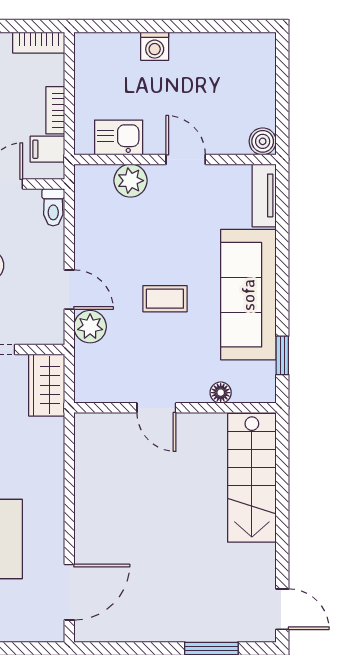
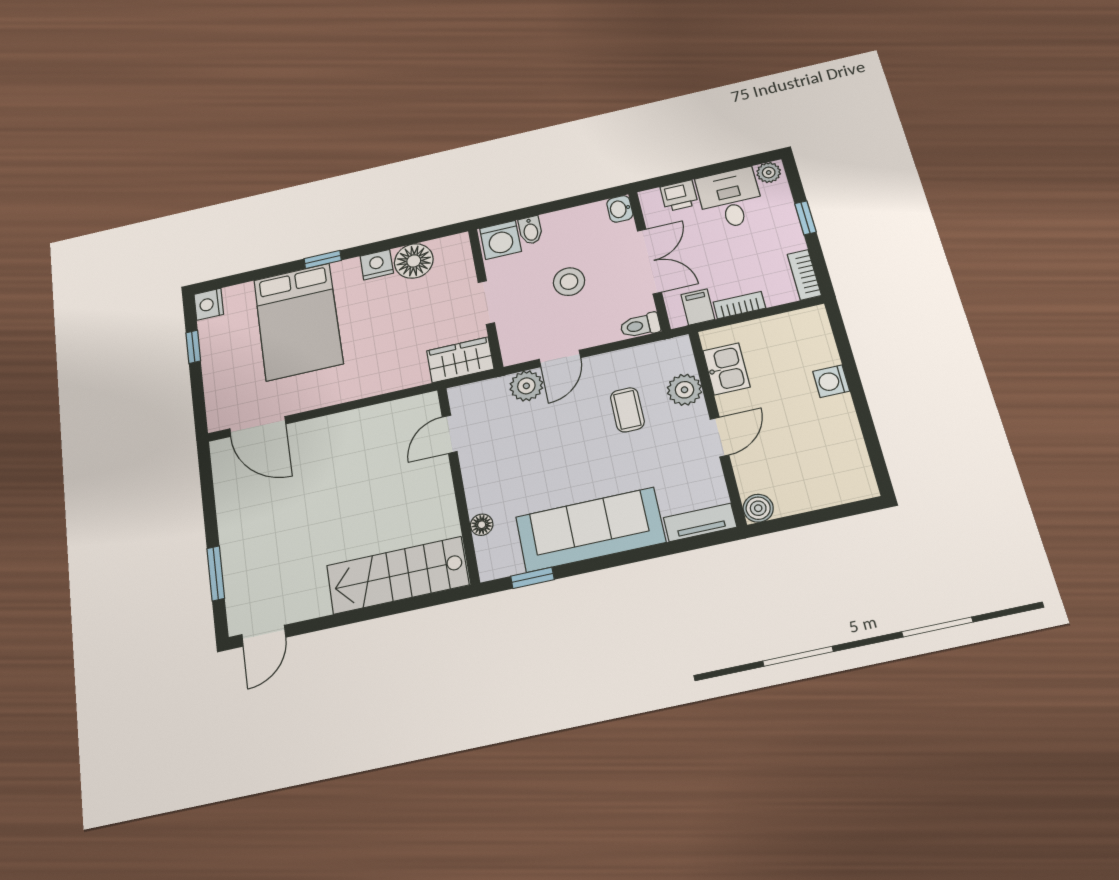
coffee table: (165, 299) -> (627, 410), moved
door: (156, 408) -> (450, 434), moved

